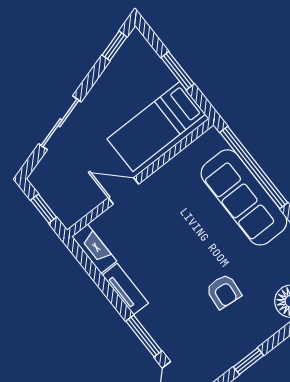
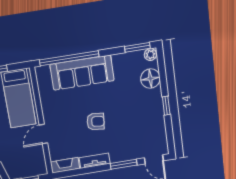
armchair: (224, 291) -> (96, 122), moved
window: (248, 361) -> (166, 106), moved

